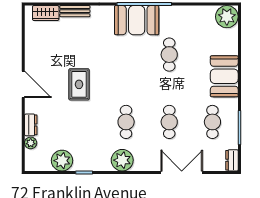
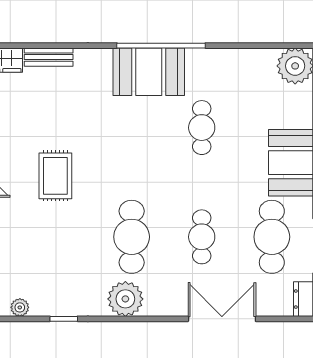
cafe table: (126, 122) -> (132, 237), width x1.37, depth x1.35
cafe table: (212, 122) -> (272, 237), width x1.37, depth x1.35
plant: (62, 161) -> (20, 307), width x0.53, depth x0.53

